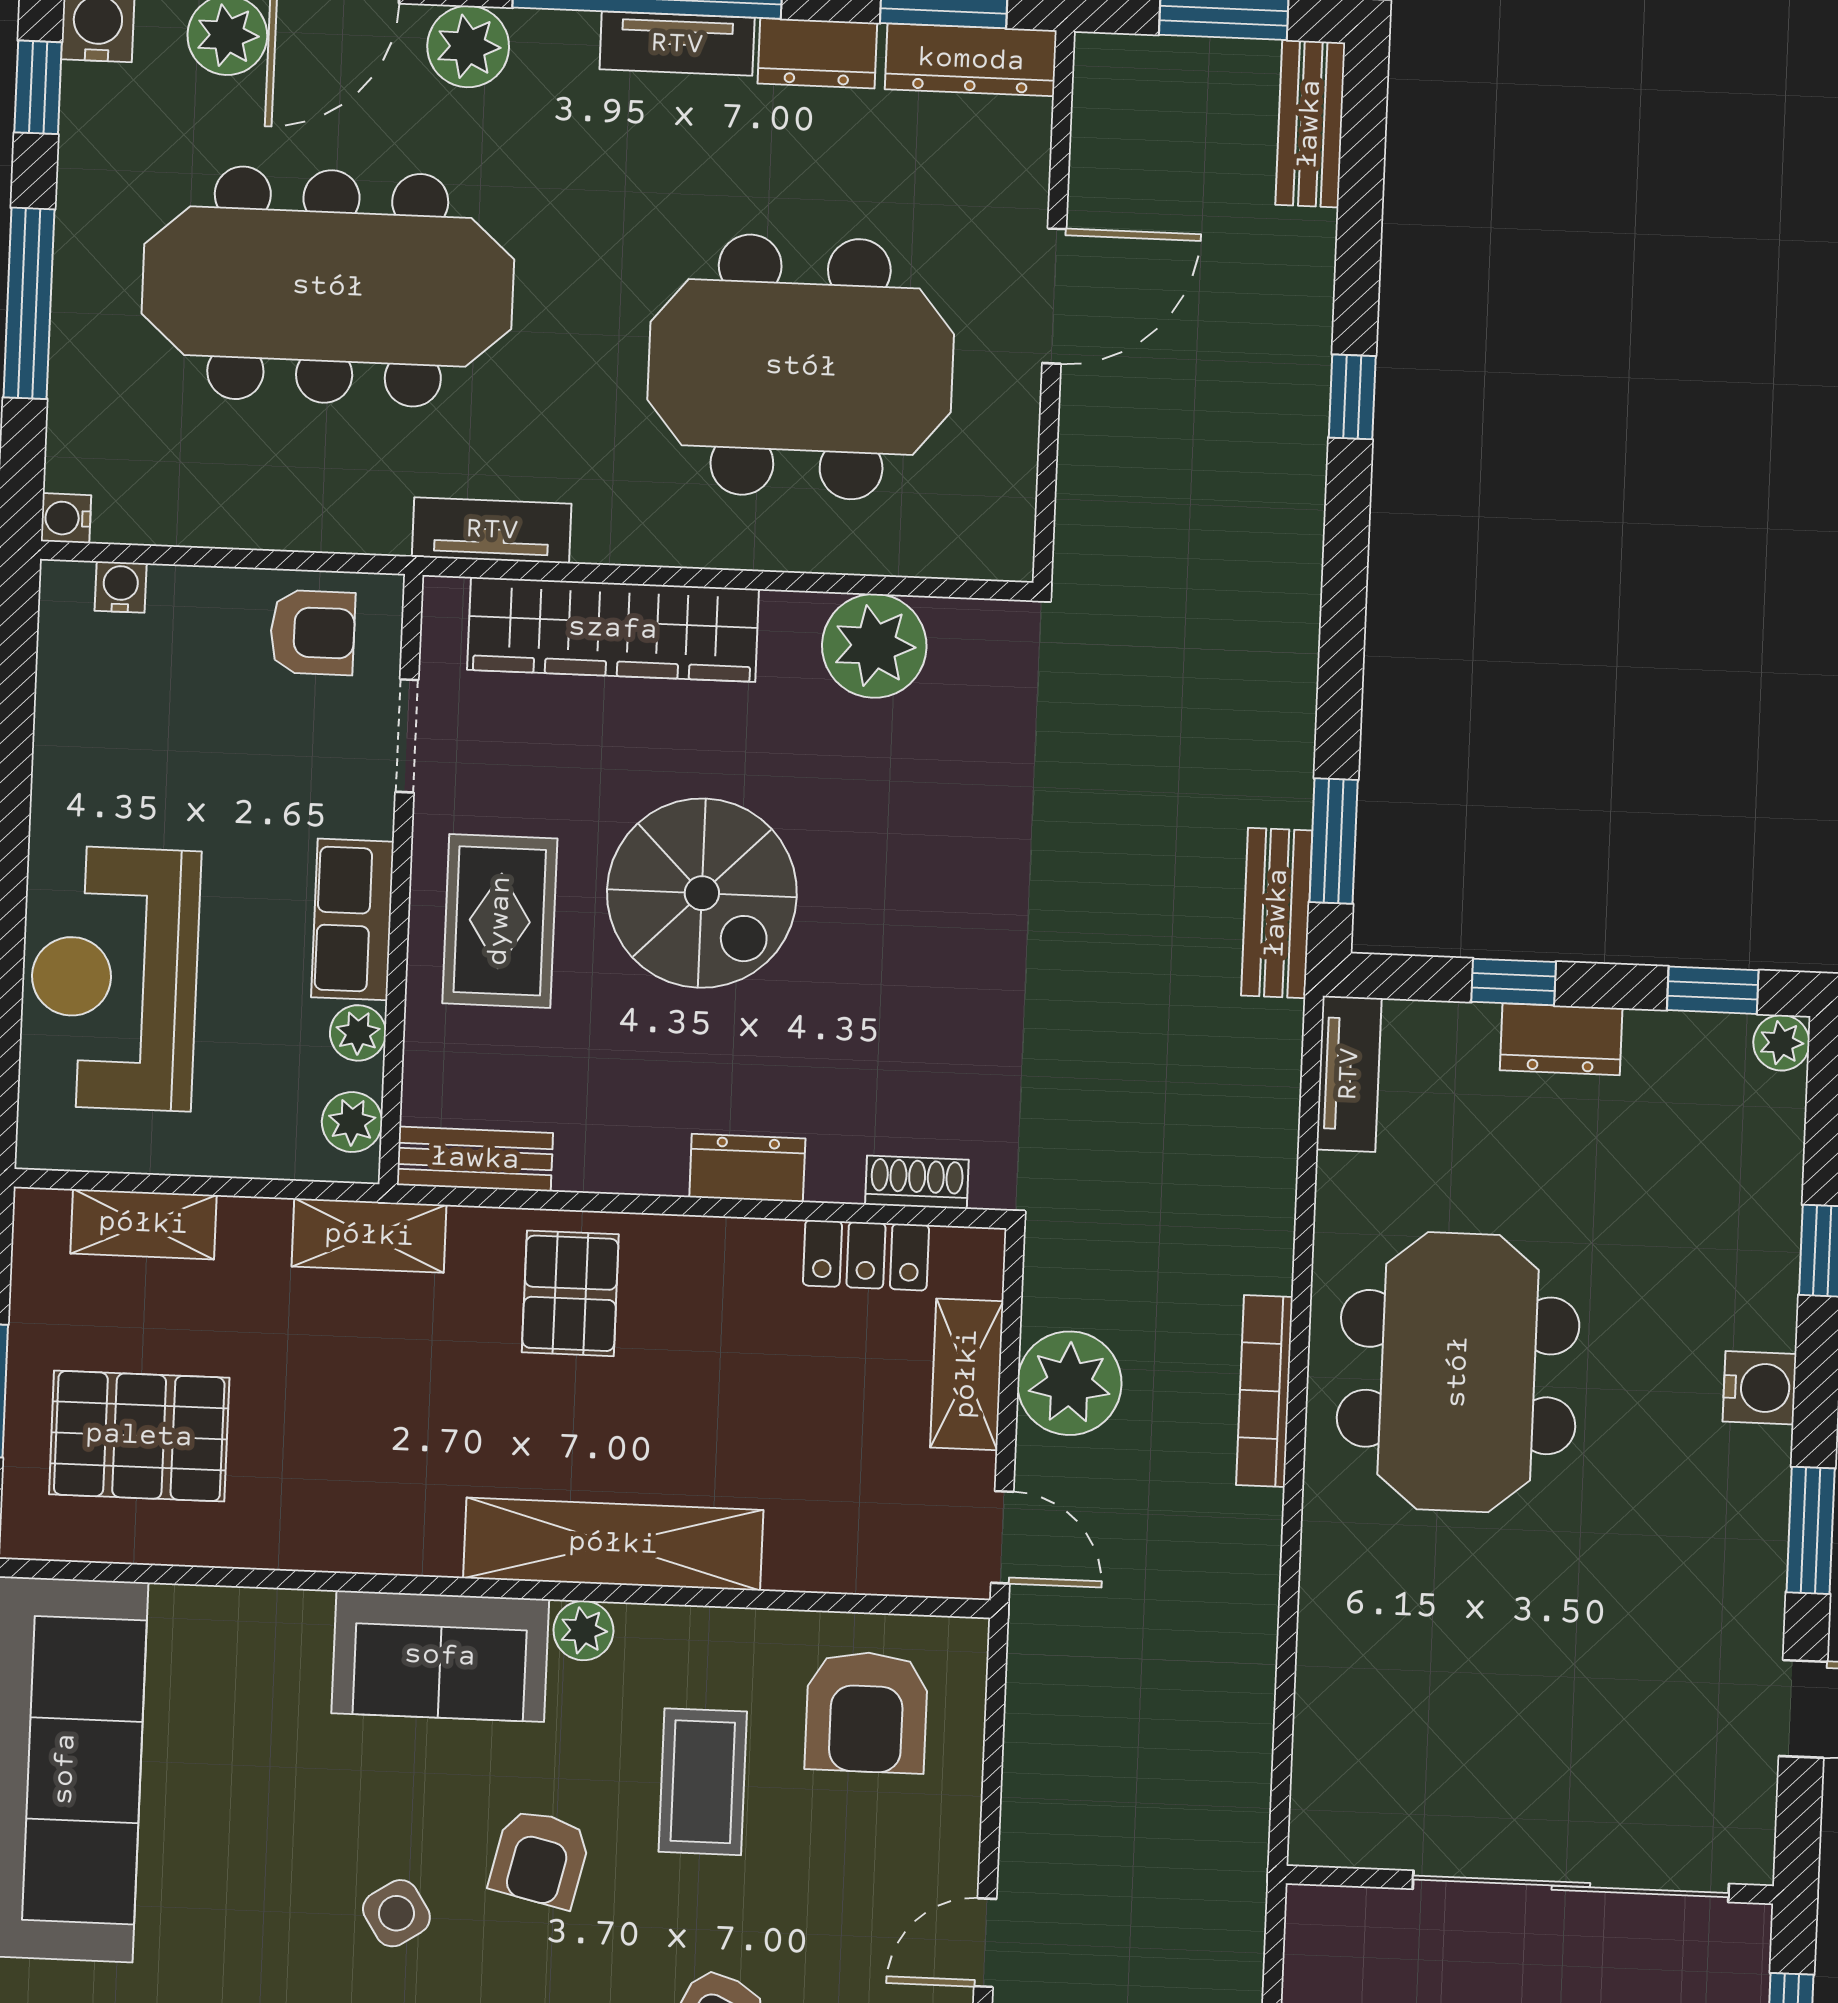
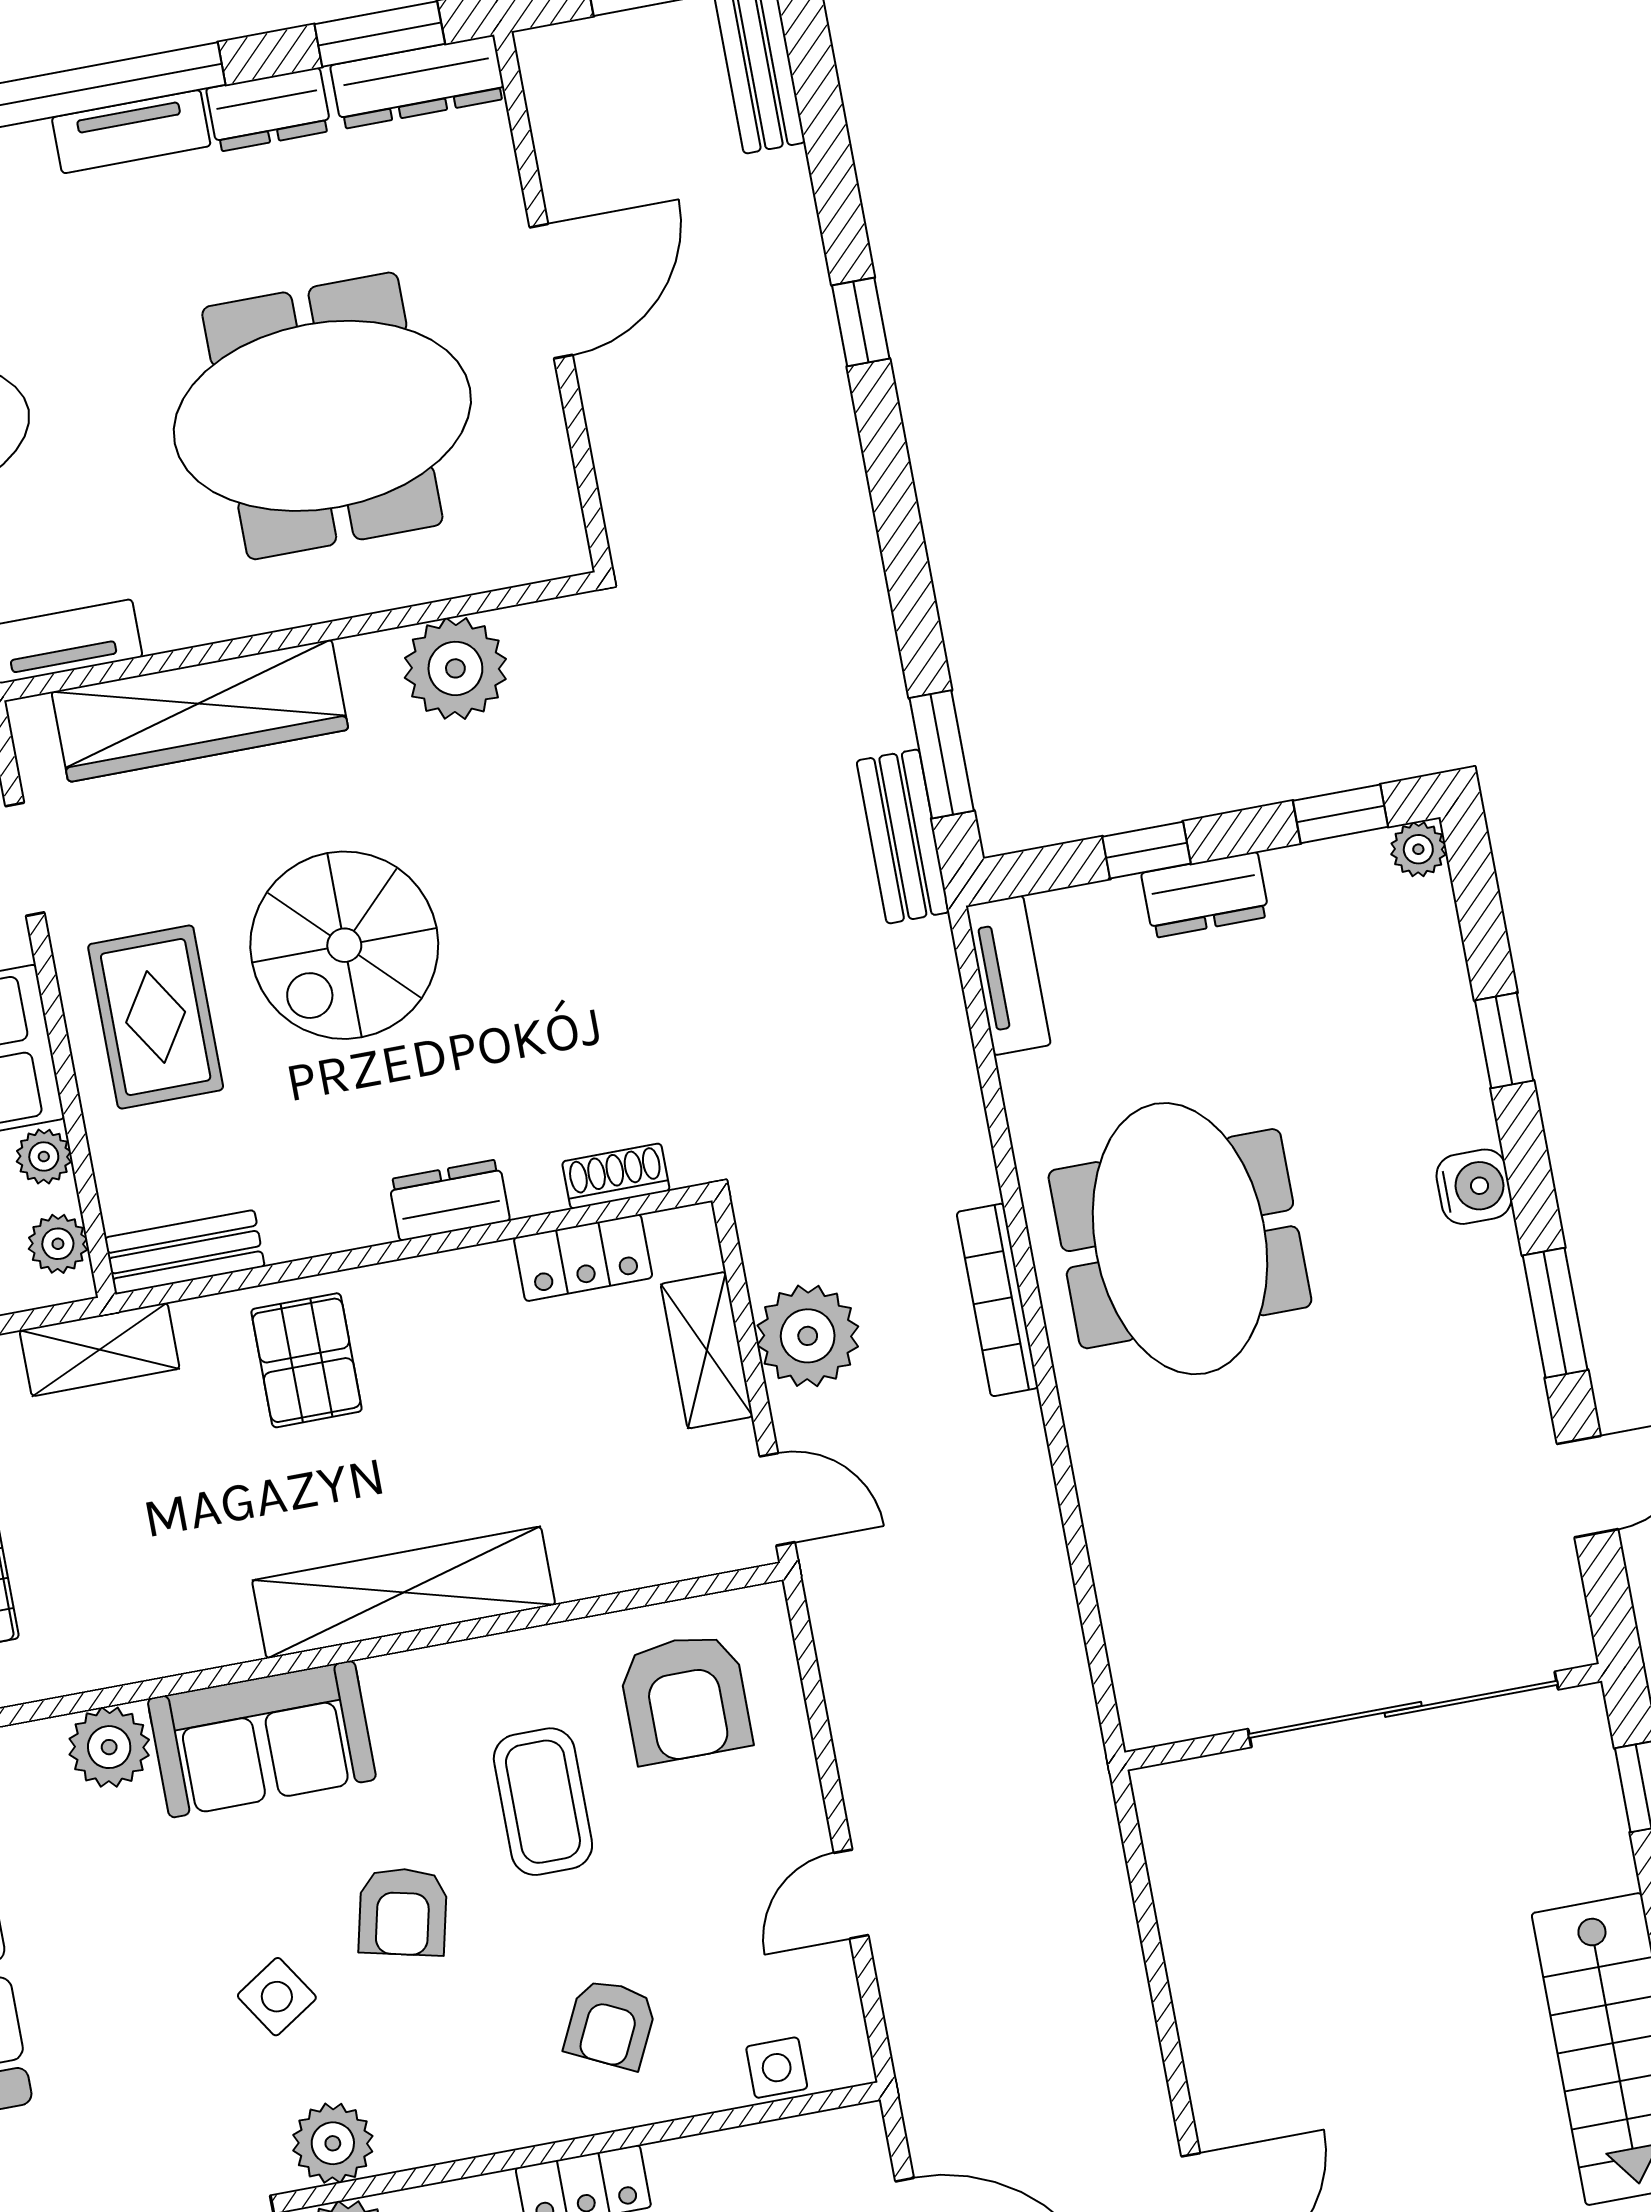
spiral stairs: (702, 893) -> (344, 945), turned 90
plant: (583, 1631) -> (109, 1747), moved, width x1.38, depth x1.38

